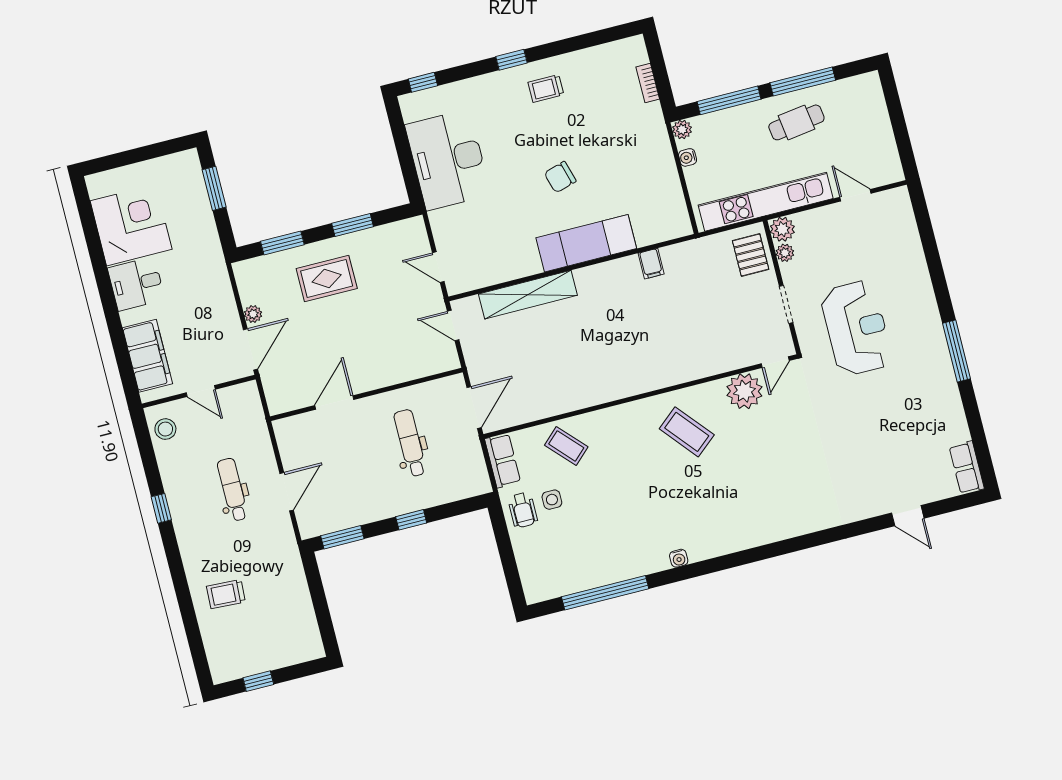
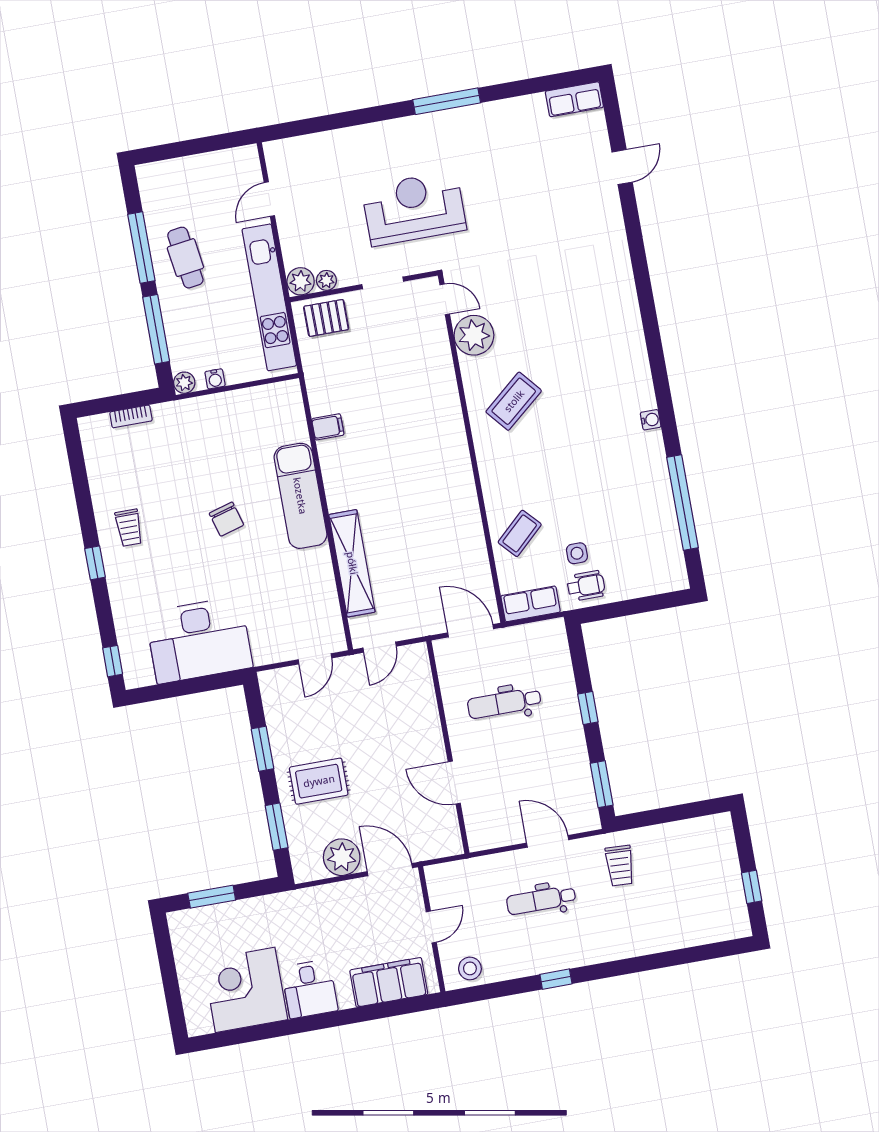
rug: (327, 278) -> (319, 781), turned 90
plant: (253, 314) -> (342, 857), width x1.88, depth x1.88
trolley: (226, 594) -> (620, 866), moved

